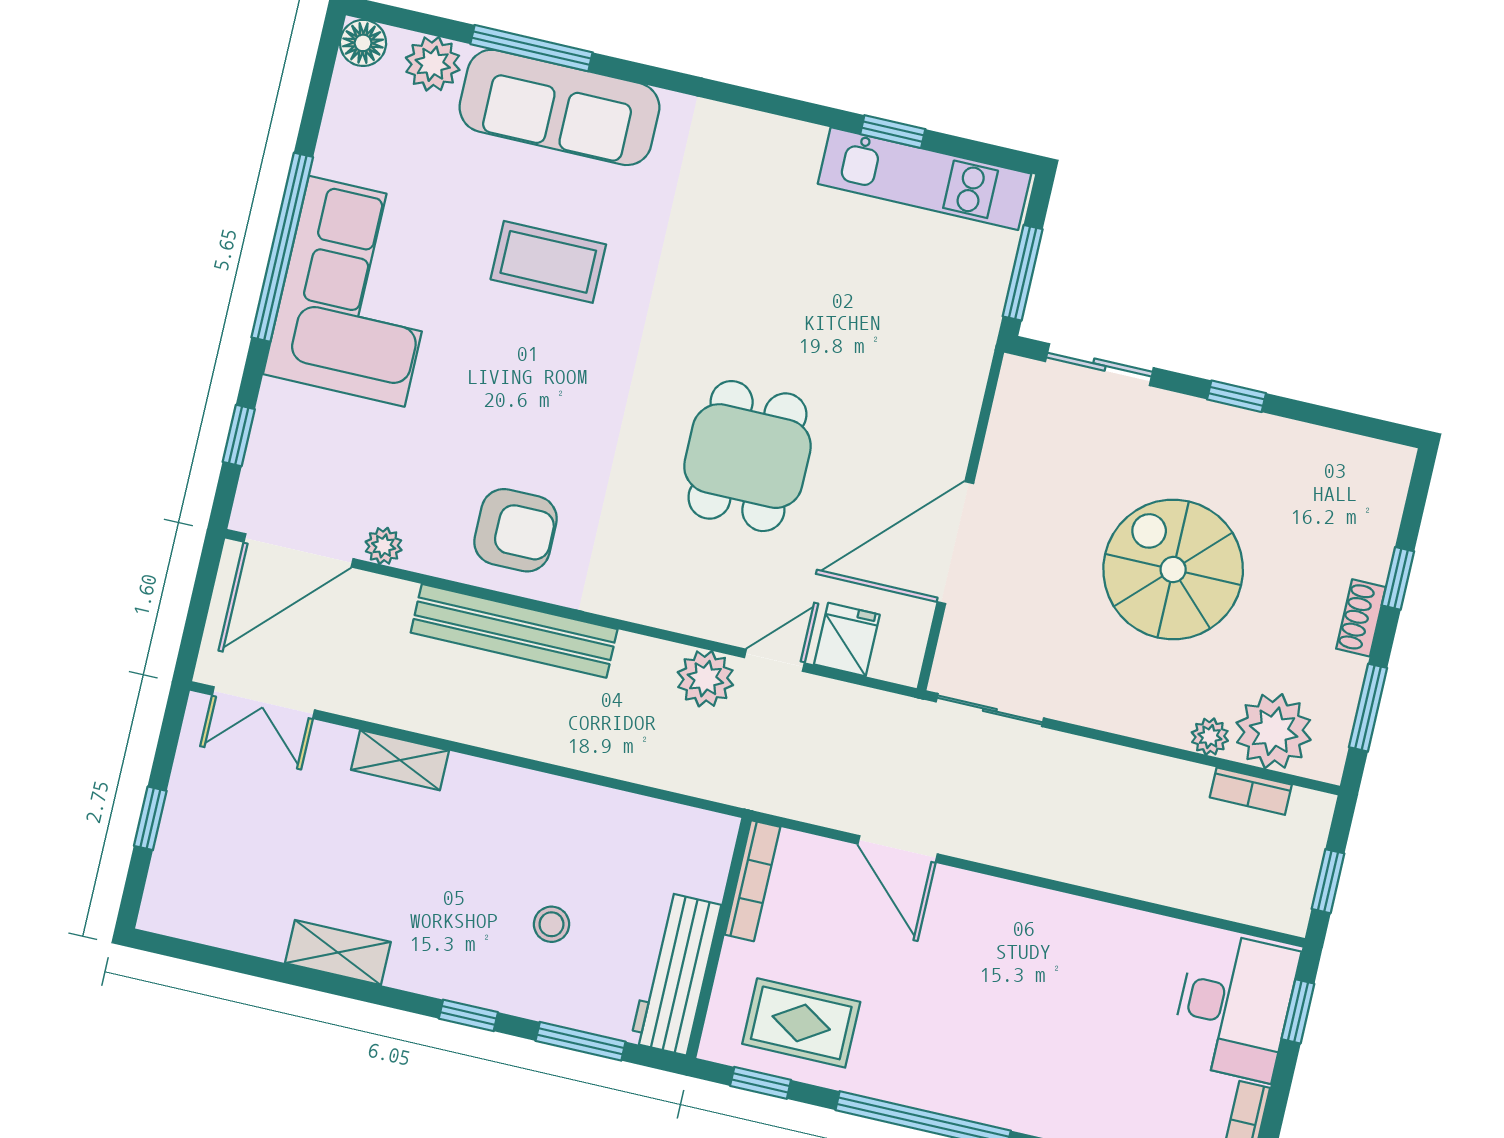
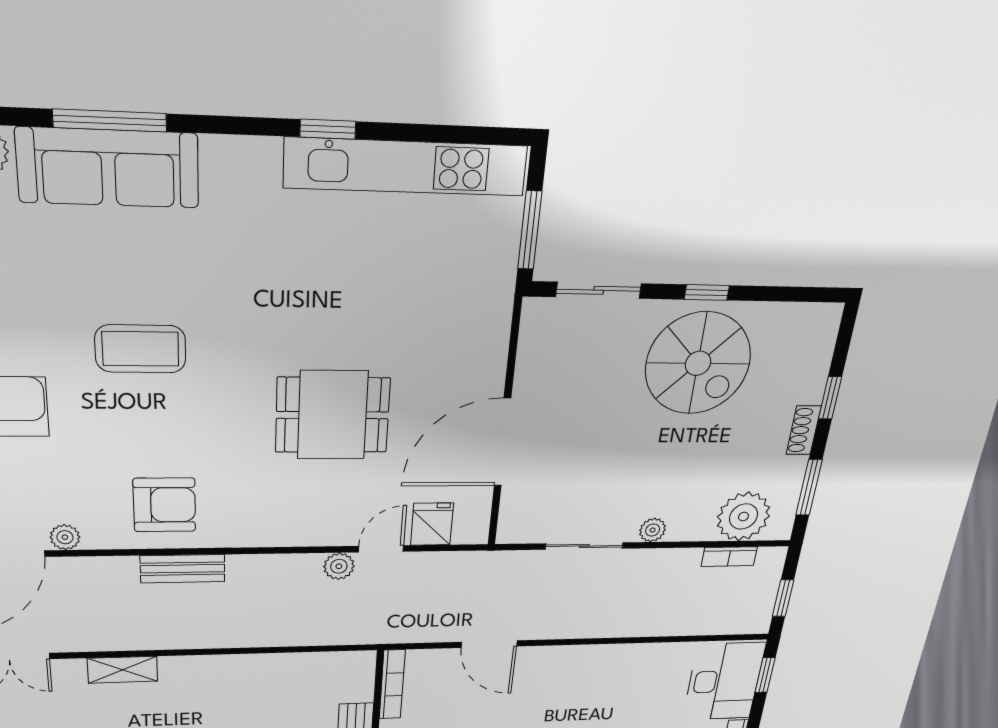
window: (531, 48) -> (110, 120), moved
window: (893, 132) -> (328, 129), moved
kitchen unit: (924, 179) -> (406, 167), width x1.36
coffee table: (548, 262) -> (140, 349), moved
dining table: (747, 456) -> (333, 415), turned 90
spiral stairs: (1173, 570) -> (698, 363), moved, turned 180
bench: (514, 631) -> (183, 569), width x0.54, depth x0.82
plant: (705, 679) -> (339, 566), width x0.73, depth x0.73
sliding door: (990, 710) -> (584, 546), moved
plant: (1210, 737) -> (653, 530), moved

